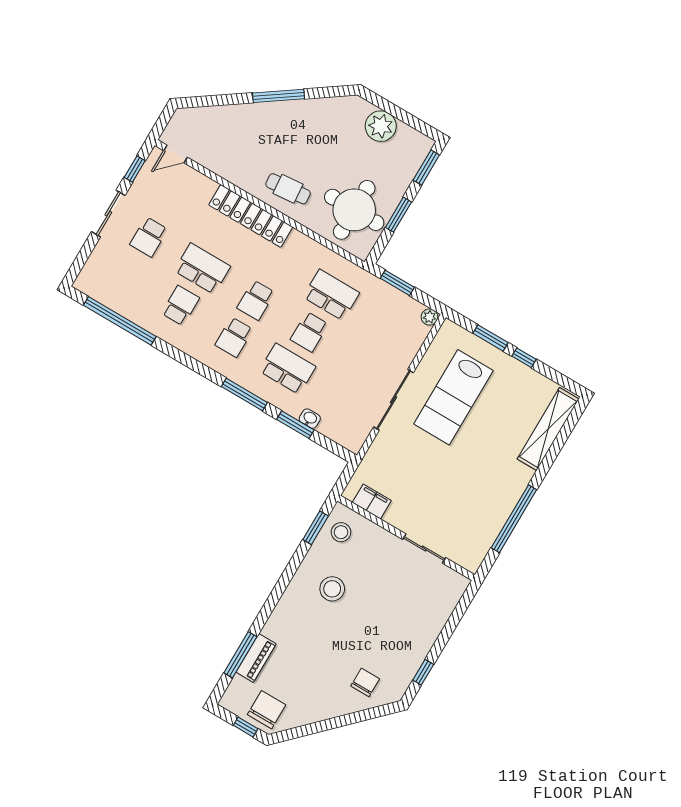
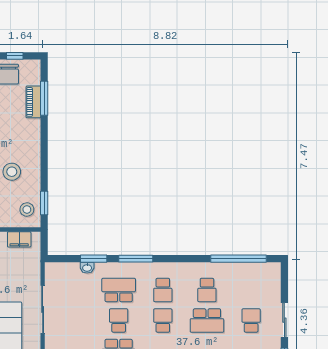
school desk: (234, 337) -> (163, 290), turned 180
school desk: (288, 369) -> (119, 290), turned 180

